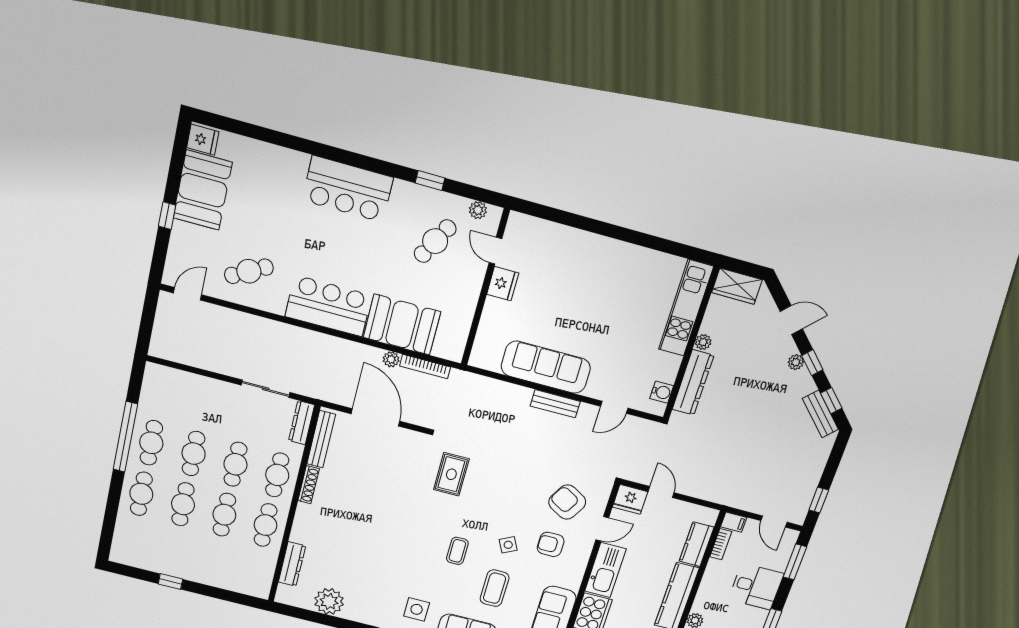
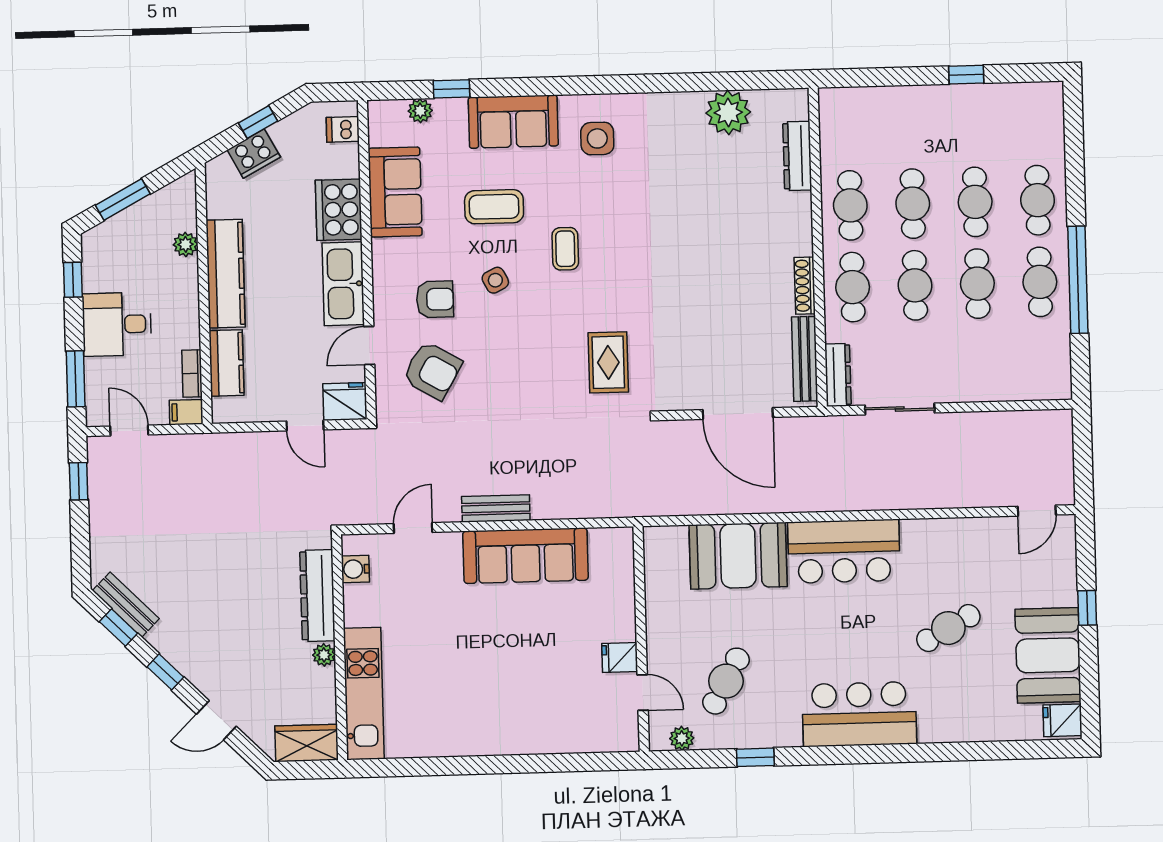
cafe table: (249, 271) -> (948, 628), moved
fridge: (503, 284) -> (620, 658), width x0.72
plant: (391, 359) -> (739, 503), removed
plant: (796, 362) -> (188, 666), removed
bookcase: (425, 367) -> (690, 507), removed
coffee table: (495, 588) -> (494, 207), turned 90

